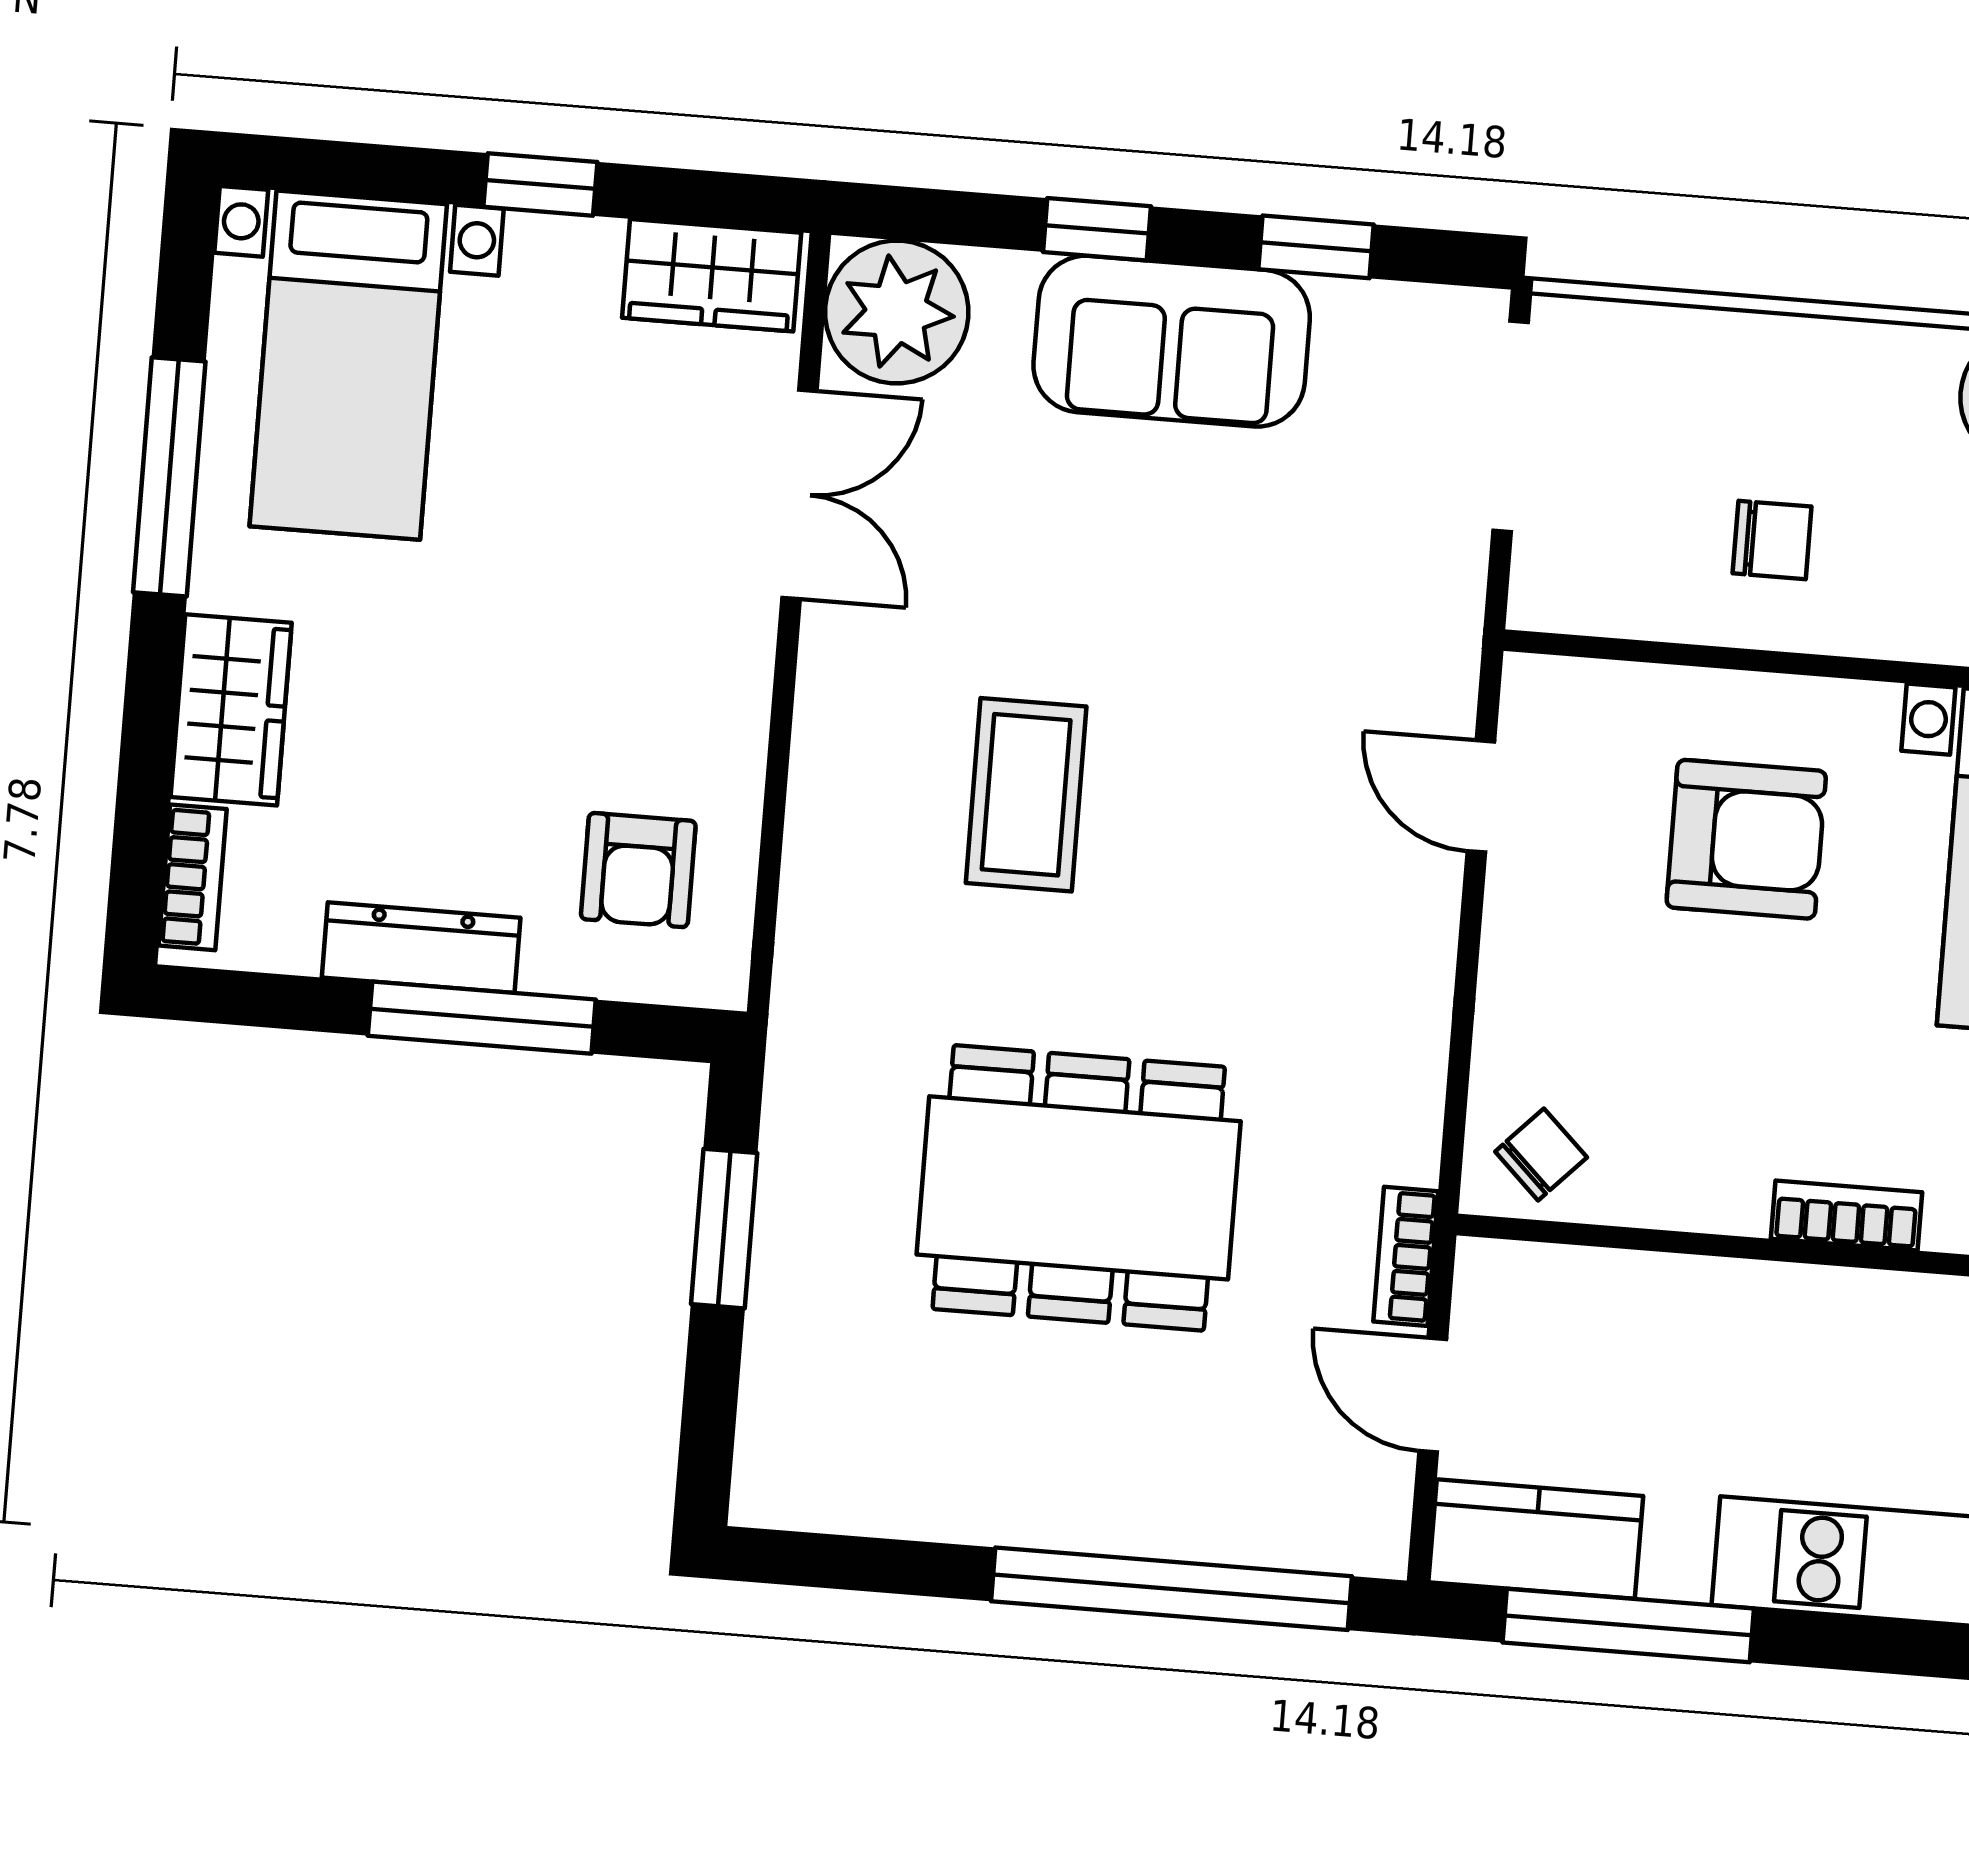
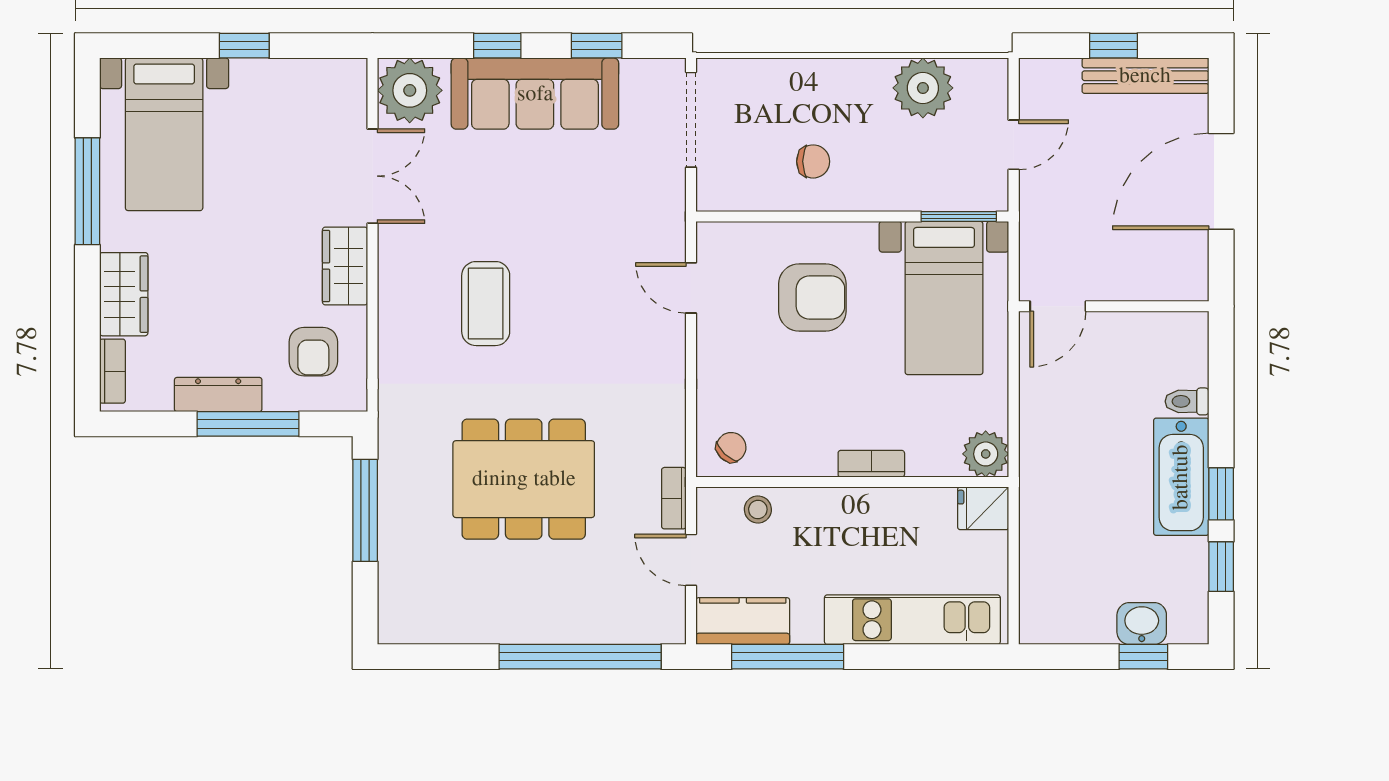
wardrobe: (712, 275) -> (345, 266), moved, turned 90
sofa: (1172, 341) -> (535, 94), width x1.36
window: (724, 1229) -> (365, 510), width x1.44
stool: (1589, 1296) -> (758, 509), added

